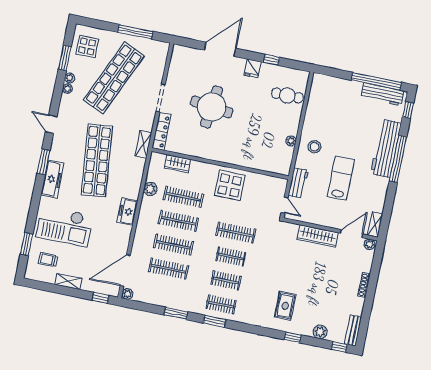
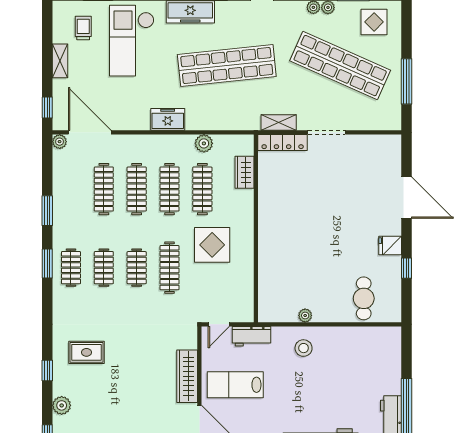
round table: (212, 107) -> (328, 202), removed
shelving: (143, 144) -> (279, 122), moved
lab bench: (341, 178) -> (235, 385), moved, turned 180
display table: (230, 185) -> (212, 245), moved

